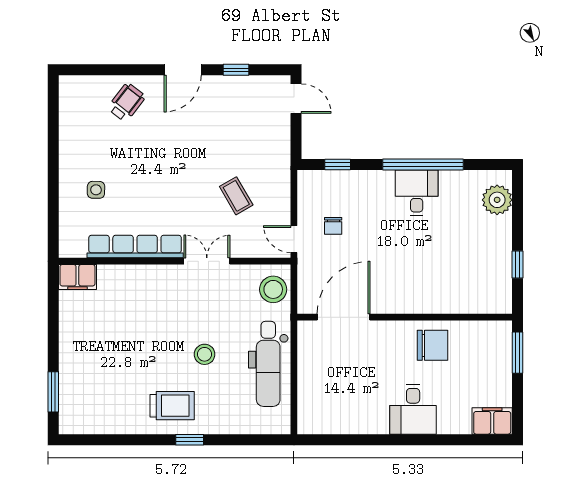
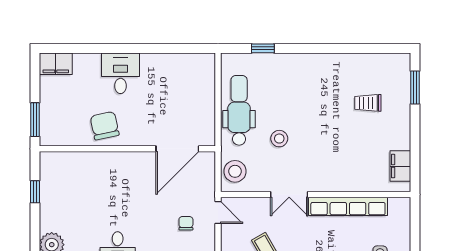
filing cabinet: (77, 277) -> (400, 166), moved, turned -90
chair: (432, 345) -> (105, 126), turned 78
stool: (205, 354) -> (279, 139), moved
trolley: (172, 406) -> (368, 103), moved, width x0.73, depth x0.72
window: (190, 440) -> (263, 48), moved

